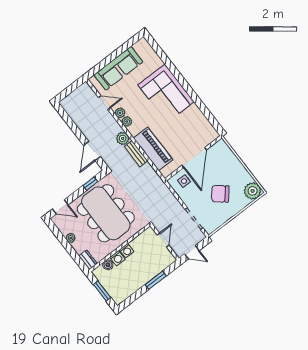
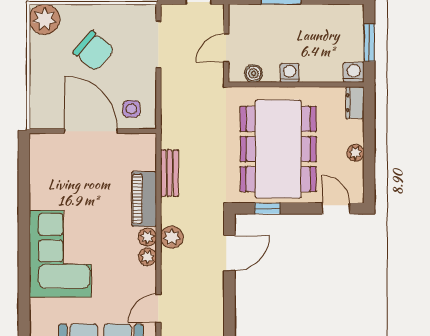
door: (104, 103) -> (158, 308), hinge flipped
plant: (120, 113) -> (147, 237), moved
piano: (153, 149) -> (144, 199), width x0.73, depth x0.75
bench: (136, 154) -> (170, 173), moved
door: (194, 158) -> (91, 131), hinge flipped
washing machine: (117, 258) -> (354, 72), moved
boiler: (108, 265) -> (254, 73), moved

